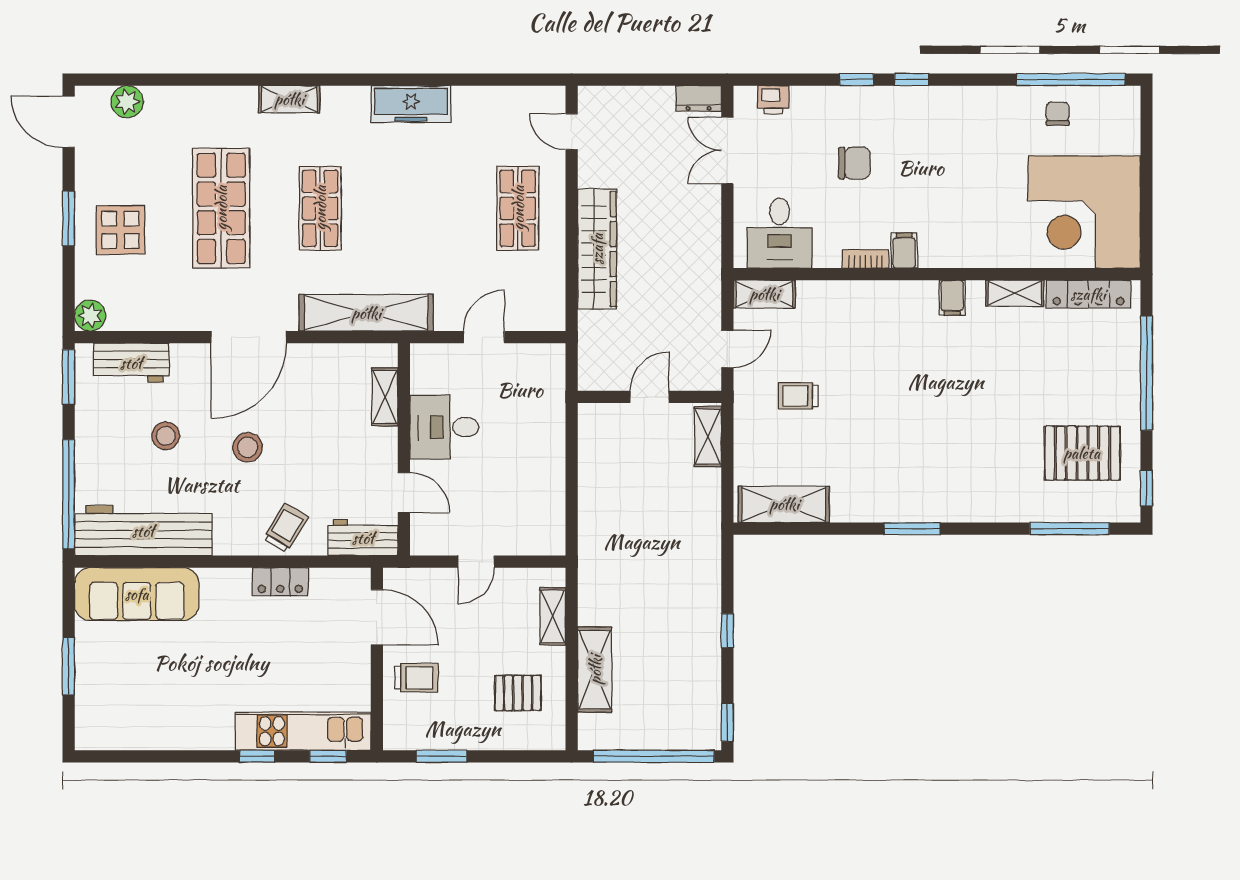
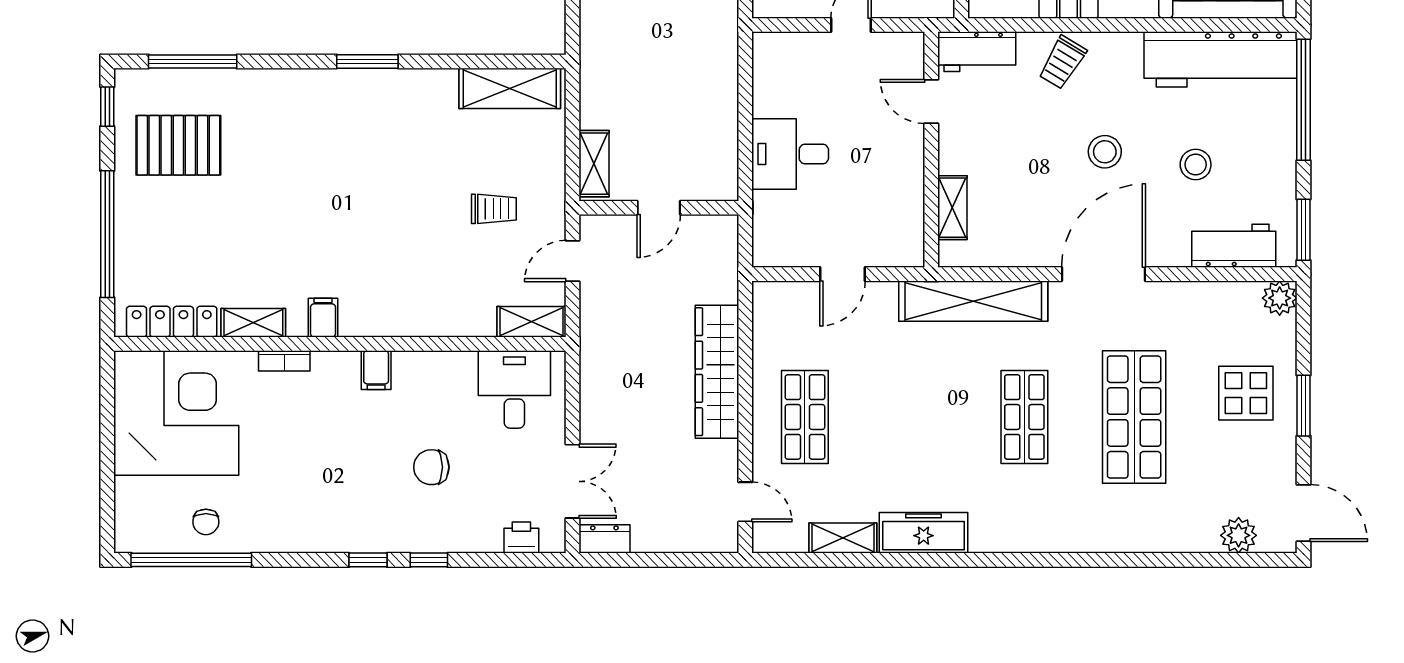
shelving: (289, 99) -> (843, 538), moved
bookcase: (865, 259) -> (284, 361), moved
desk: (444, 427) -> (790, 154), moved, turned 180

